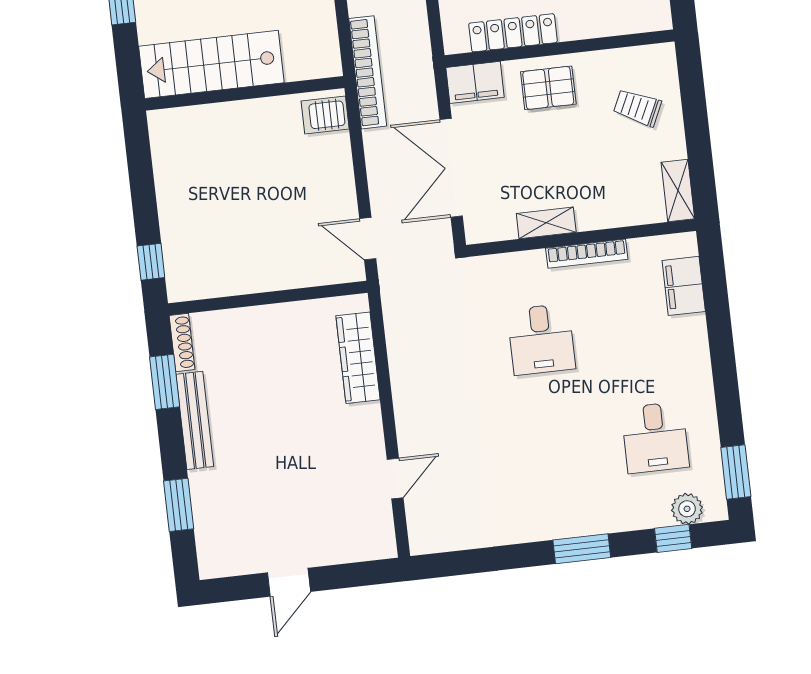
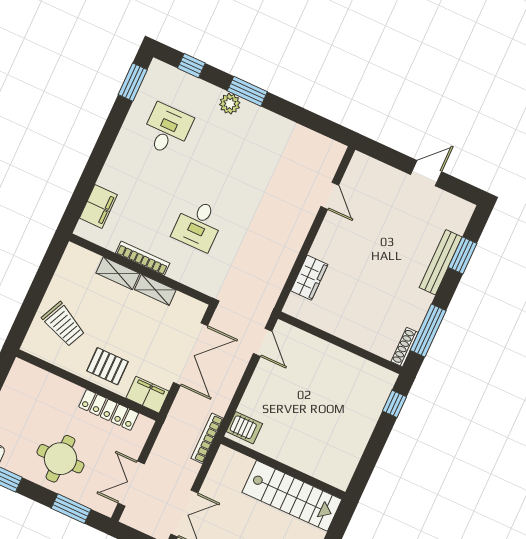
bookcase: (368, 72) -> (207, 438), width x0.68, depth x0.76
trolley: (637, 108) -> (63, 324), width x1.36, depth x1.39
shelving: (678, 191) -> (118, 273), moved, turned 90
desk: (541, 339) -> (198, 225), turned 180
wardrobe: (358, 358) -> (309, 278), width x0.67
window: (165, 382) -> (428, 331), width x1.44
bench: (195, 420) -> (441, 262), moved
door: (395, 478) -> (330, 196), swing flipped
plant: (687, 509) -> (230, 104), moved

